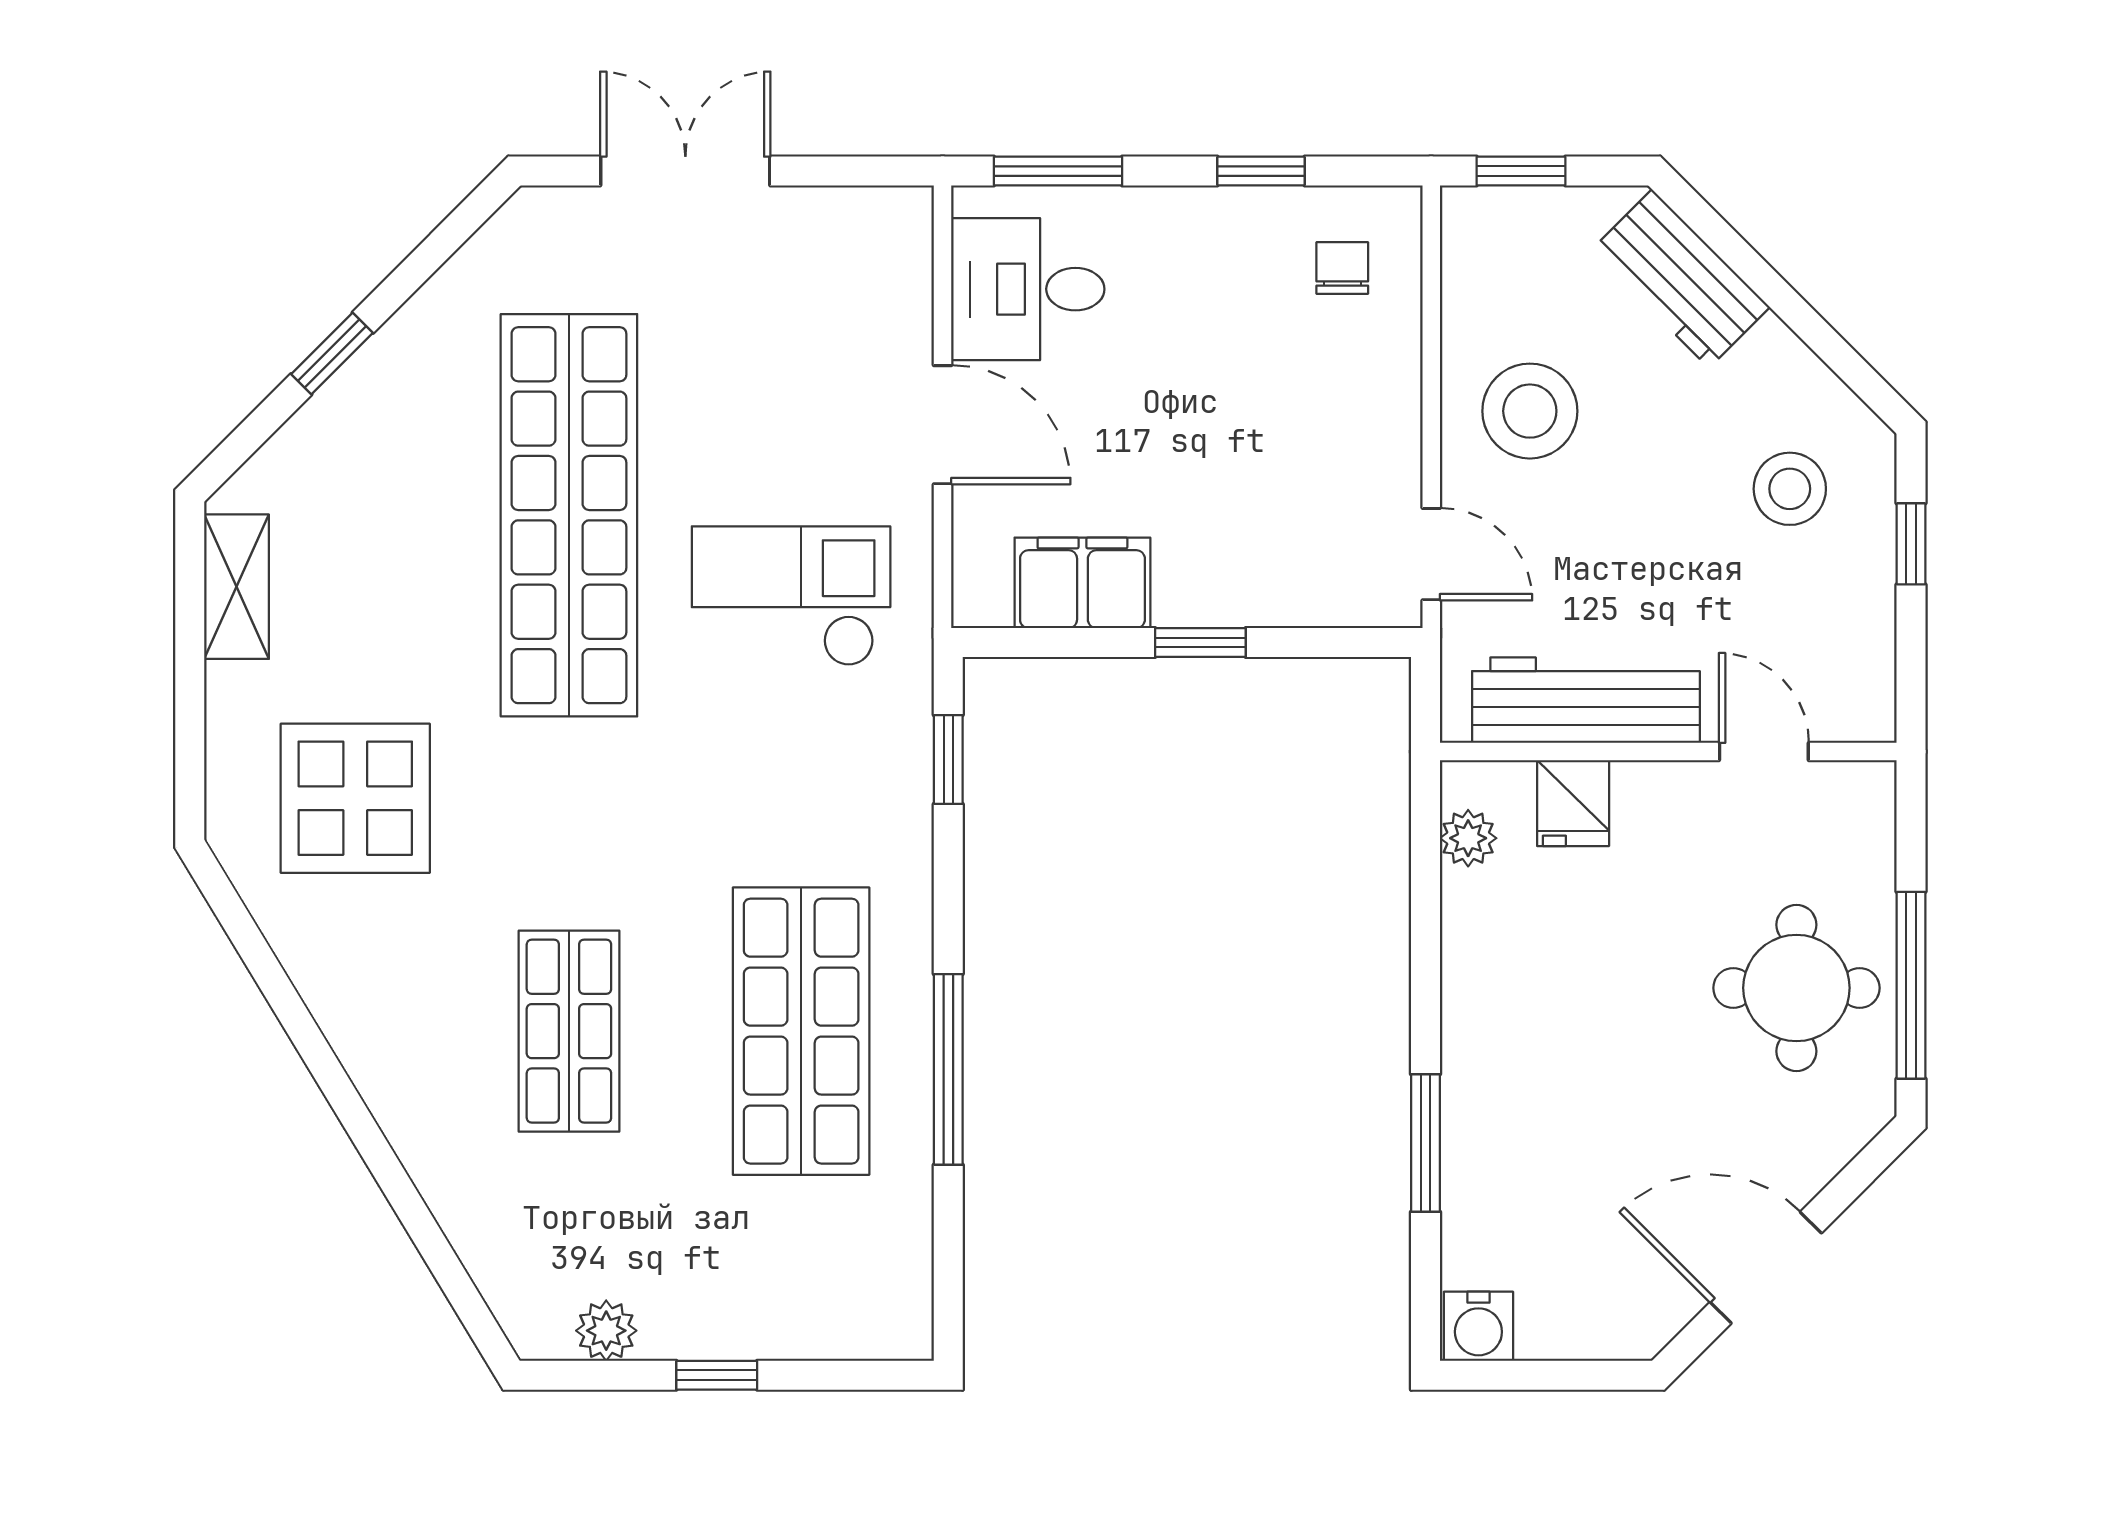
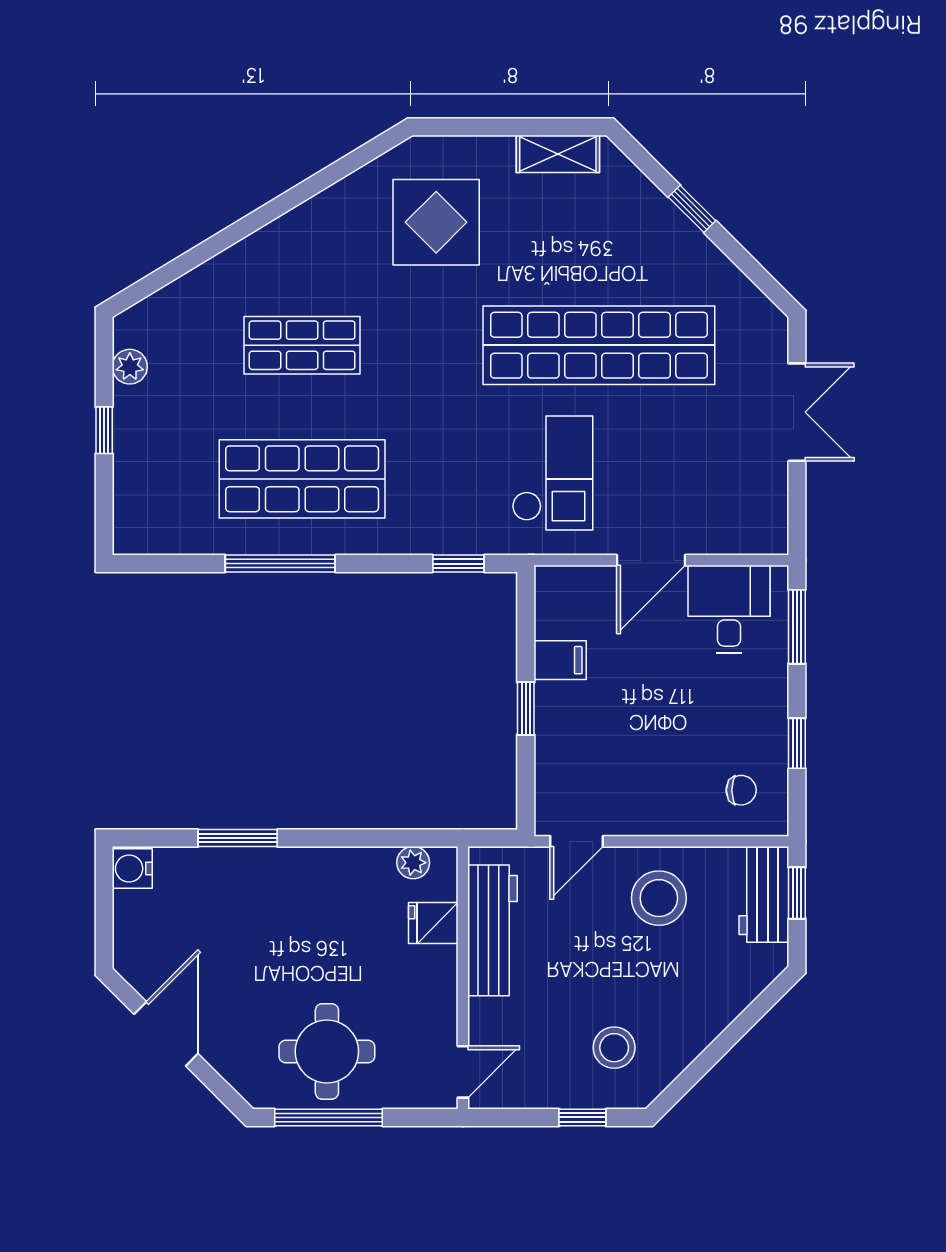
workbench: (1680, 279) -> (764, 894), moved, turned -45
filing cabinet: (1082, 583) -> (560, 660), width x0.50
door: (1764, 752) -> (463, 1072), moved

